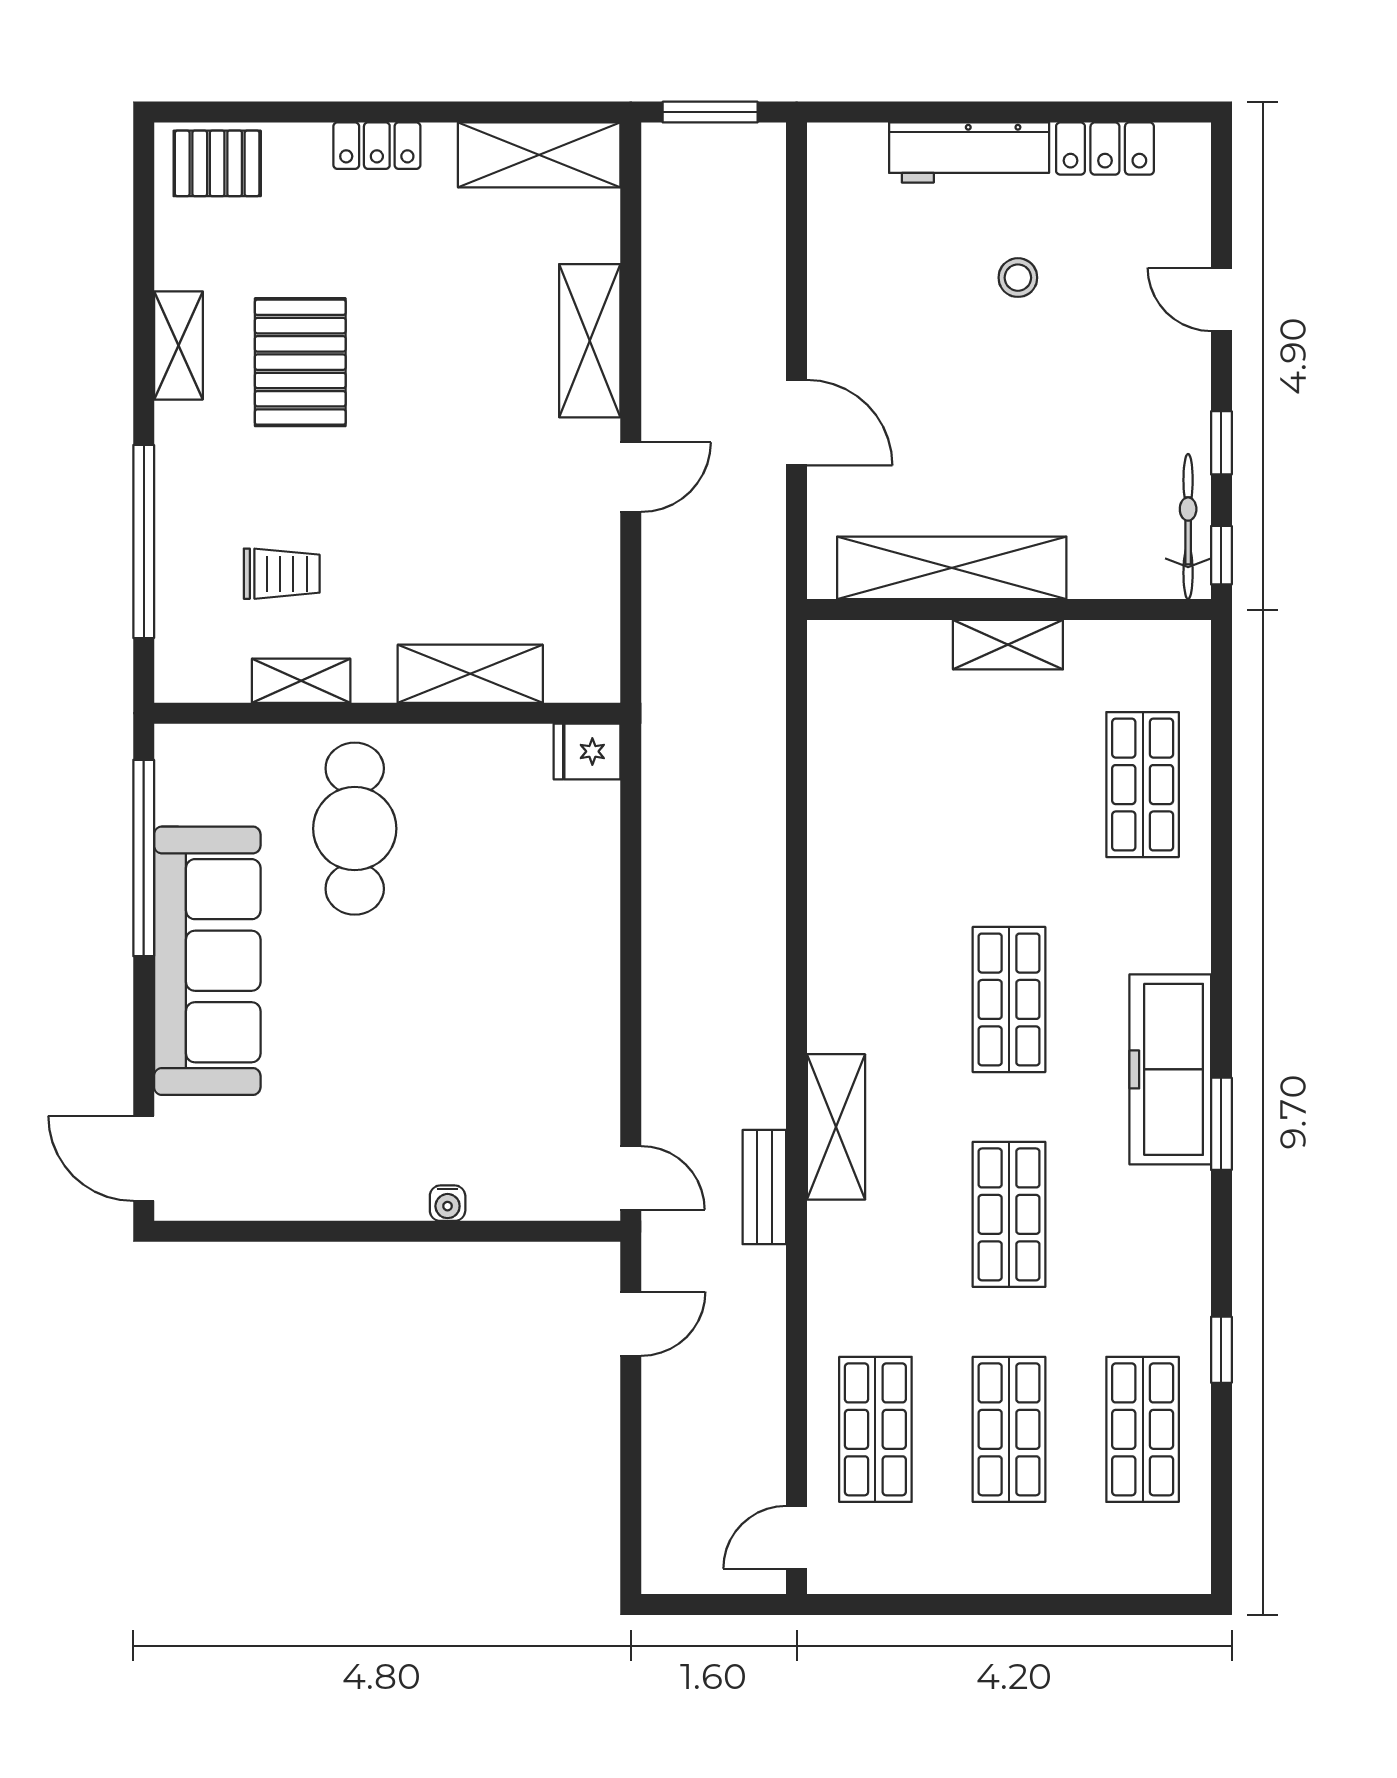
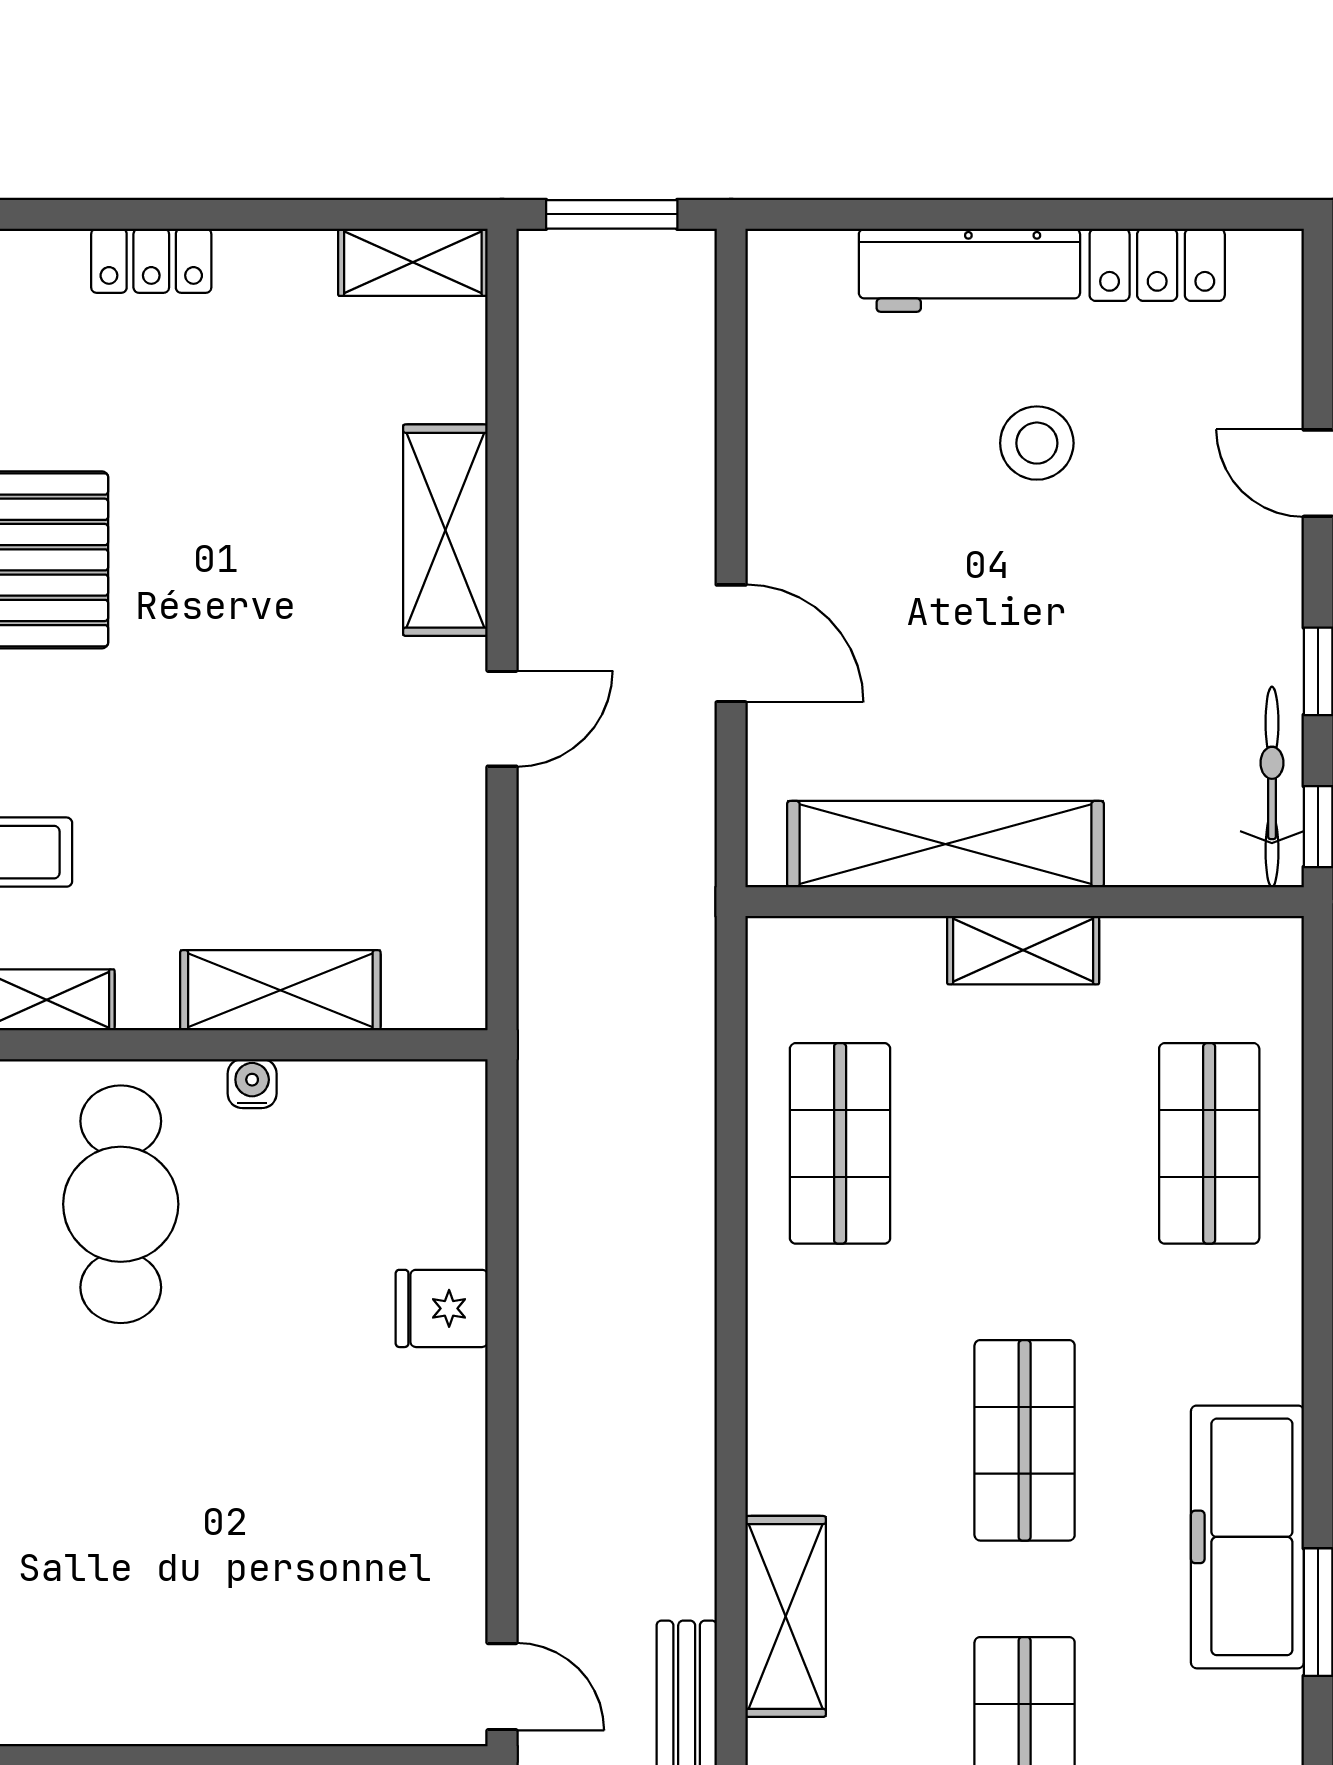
shelving: (539, 155) -> (413, 262), width x0.67, depth x0.75
stool: (1018, 278) -> (1037, 443), width x1.37, depth x1.37
fridge: (587, 751) -> (442, 1308), moved
shop shelf: (875, 785) -> (840, 1143), added
water cooler: (448, 1203) -> (252, 1084), moved, turned 180

